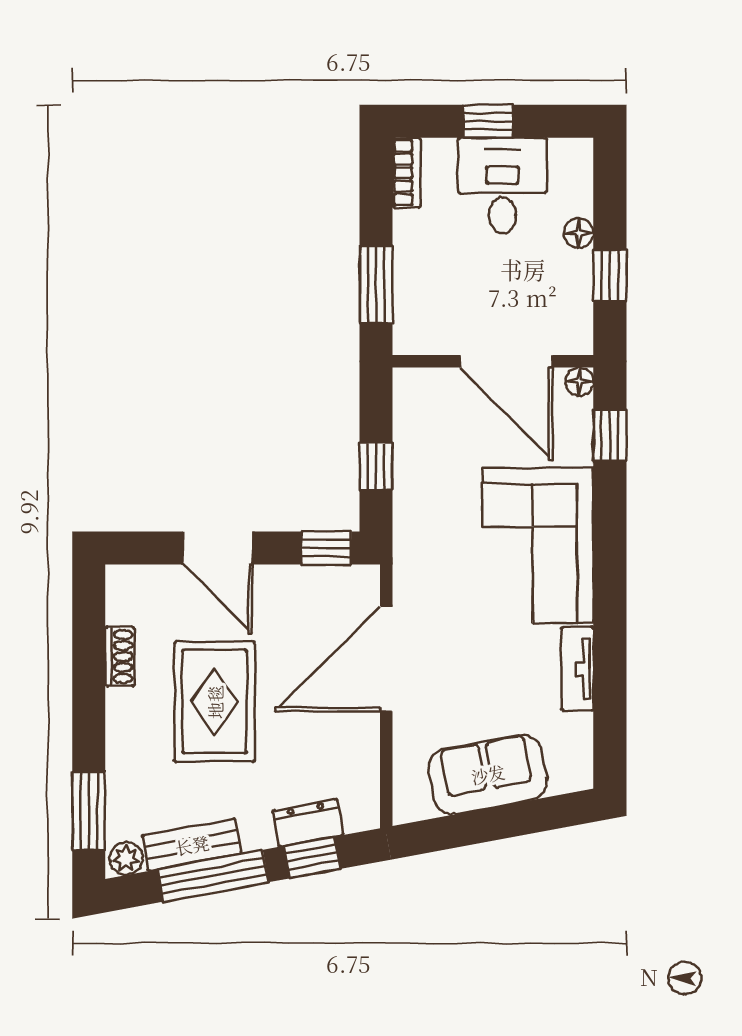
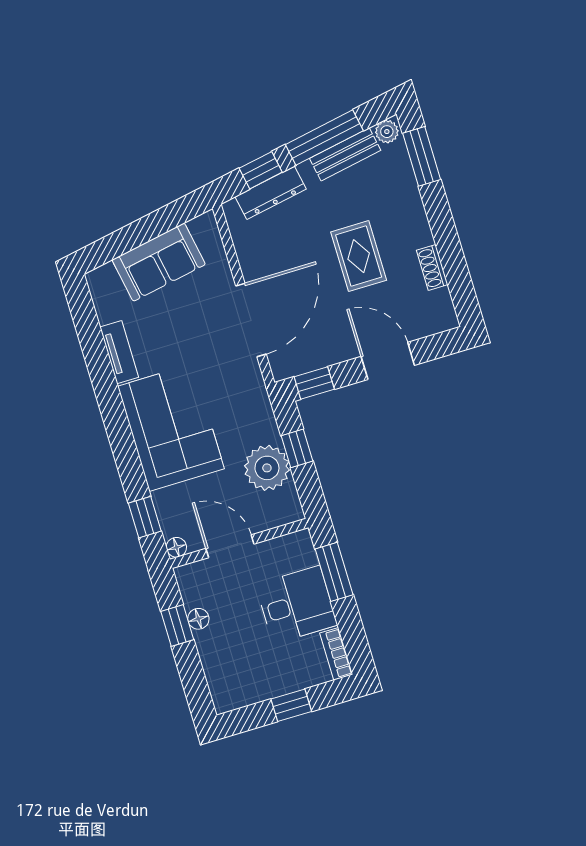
desk: (502, 185) -> (296, 605), moved, turned -90
floor lamp: (579, 233) -> (198, 619), moved
door: (507, 361) -> (230, 546), width x0.73
plant: (425, 452) -> (267, 468), added
rug: (215, 702) -> (359, 256), width x0.73, depth x0.70
dresser: (308, 823) -> (271, 193), width x1.44

